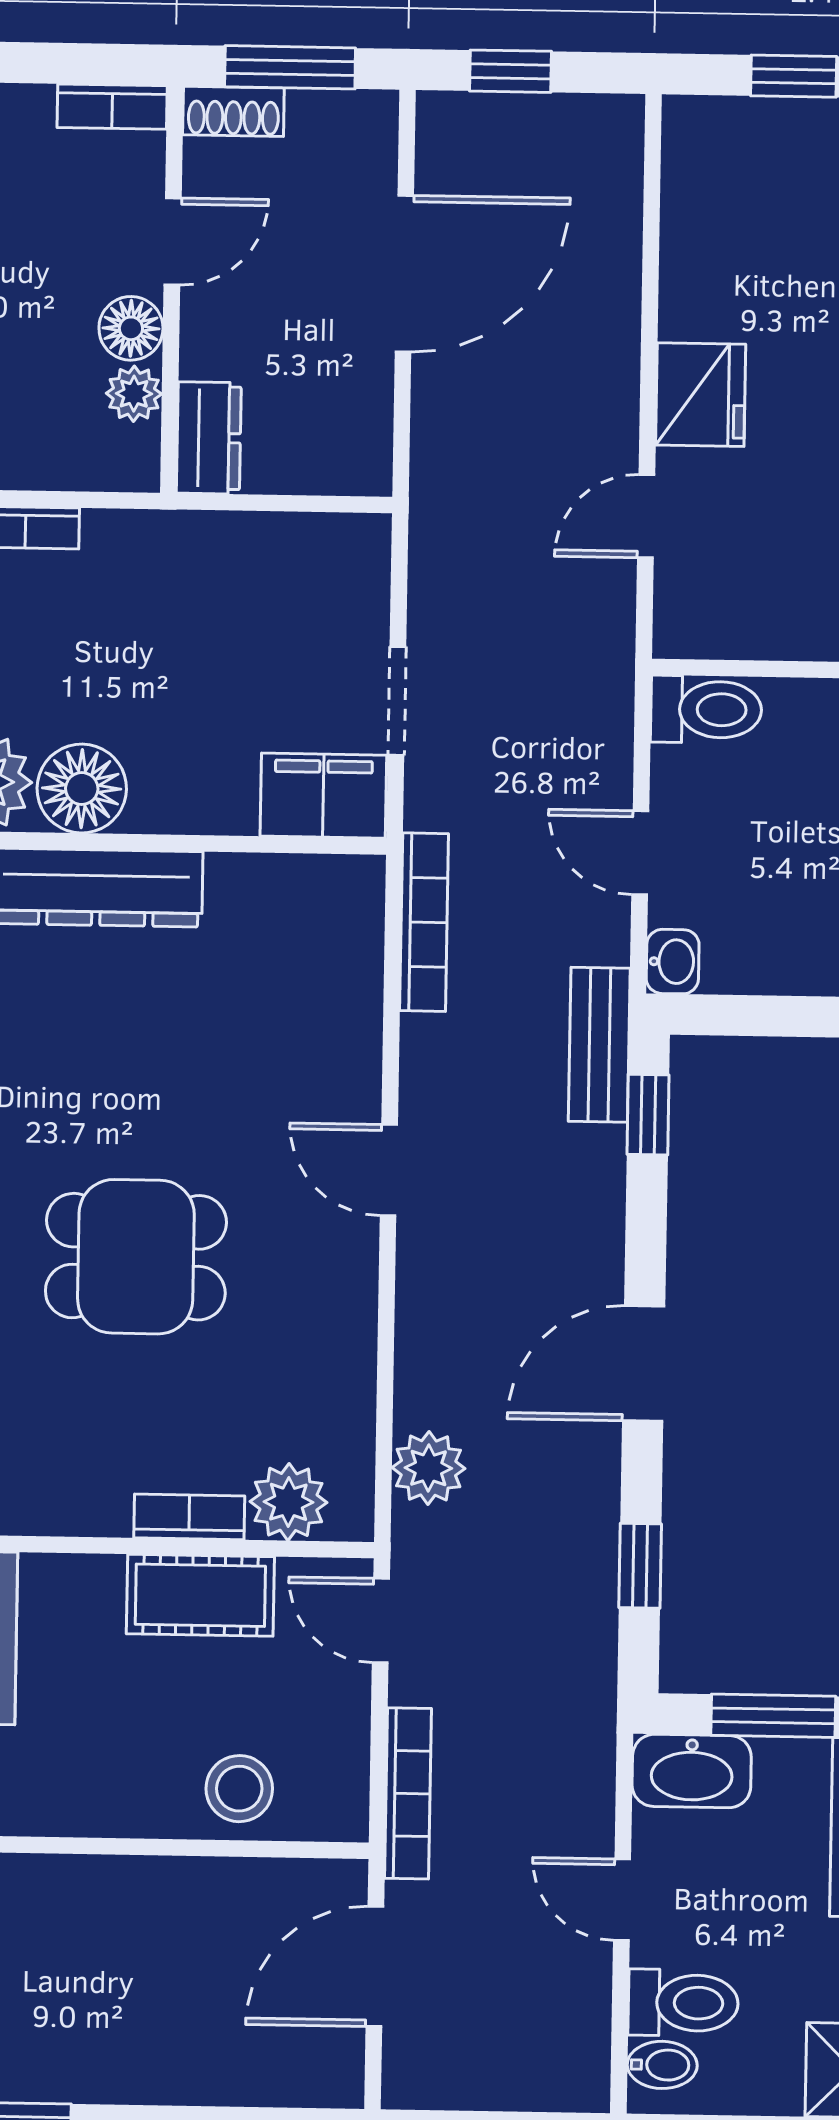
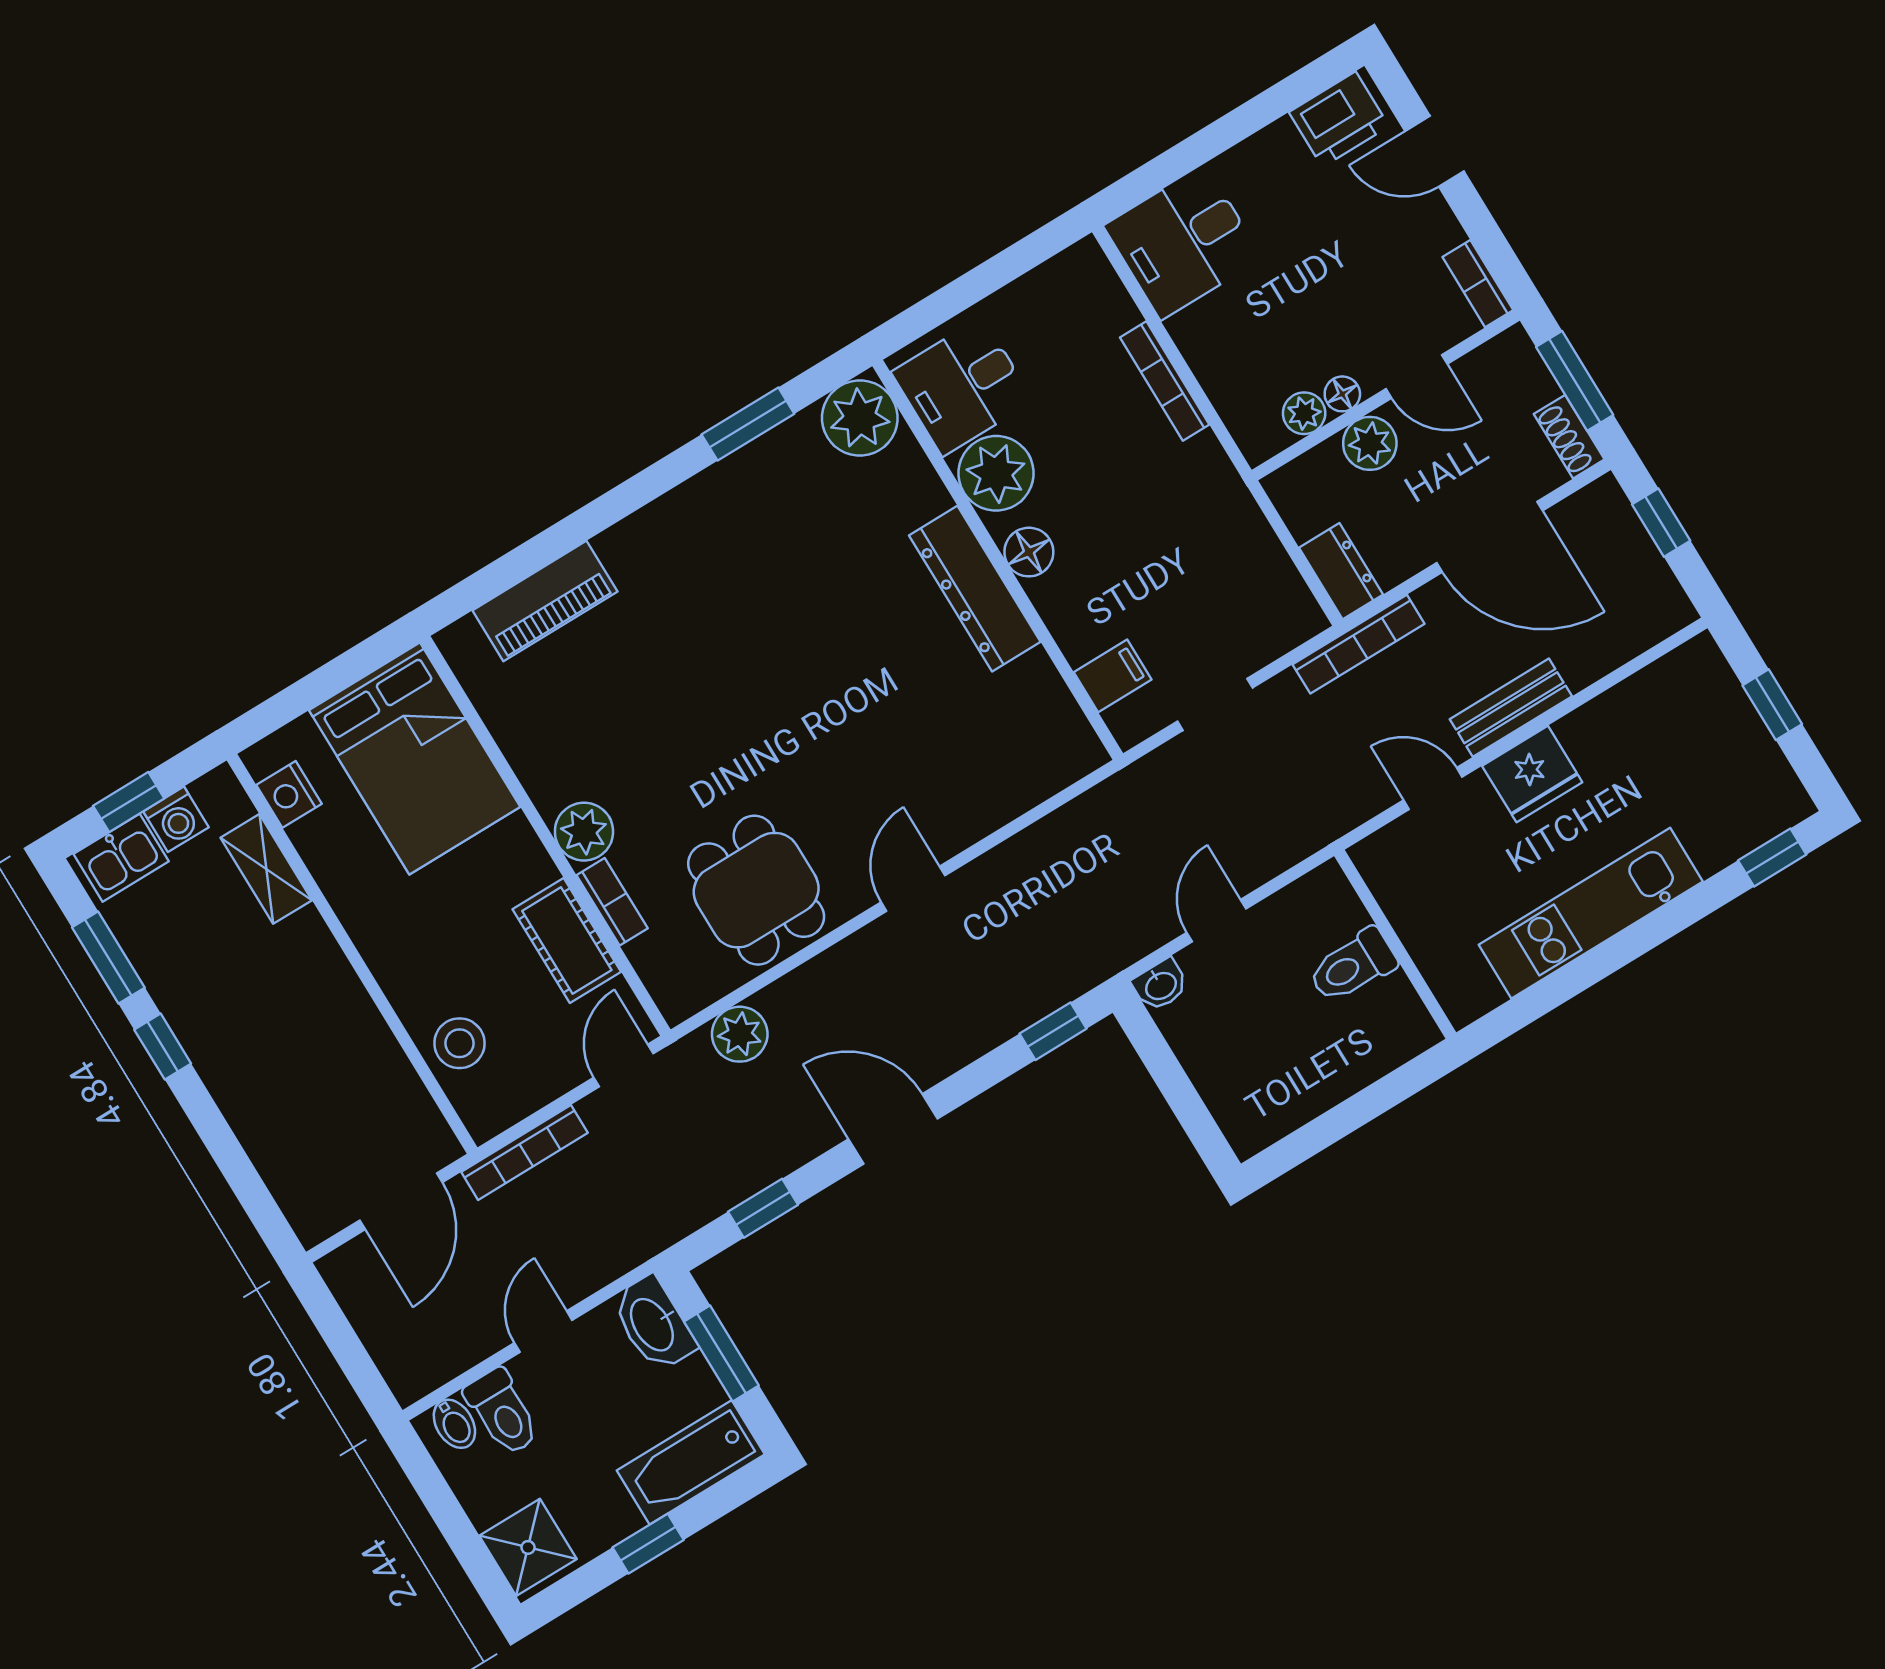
shoe rack: (233, 111) -> (1569, 437), moved
floor lamp: (131, 328) -> (1342, 394), width x0.73, depth x0.73
plant: (214, 341) -> (1370, 443), added
dresser: (209, 438) -> (1341, 571), moved, turned -90
toilet: (706, 709) -> (1352, 966), moved, turned 90
floor lamp: (82, 789) -> (1029, 552), width x0.73, depth x0.73
filing cabinet: (323, 796) -> (1113, 676), width x0.50
bookcase: (424, 922) -> (1359, 644), moved
bench: (599, 1045) -> (1511, 708), moved
dining table: (136, 1257) -> (756, 890), moved
plant: (288, 1502) -> (584, 832), moved
door: (375, 1967) -> (401, 1201), swing flipped

